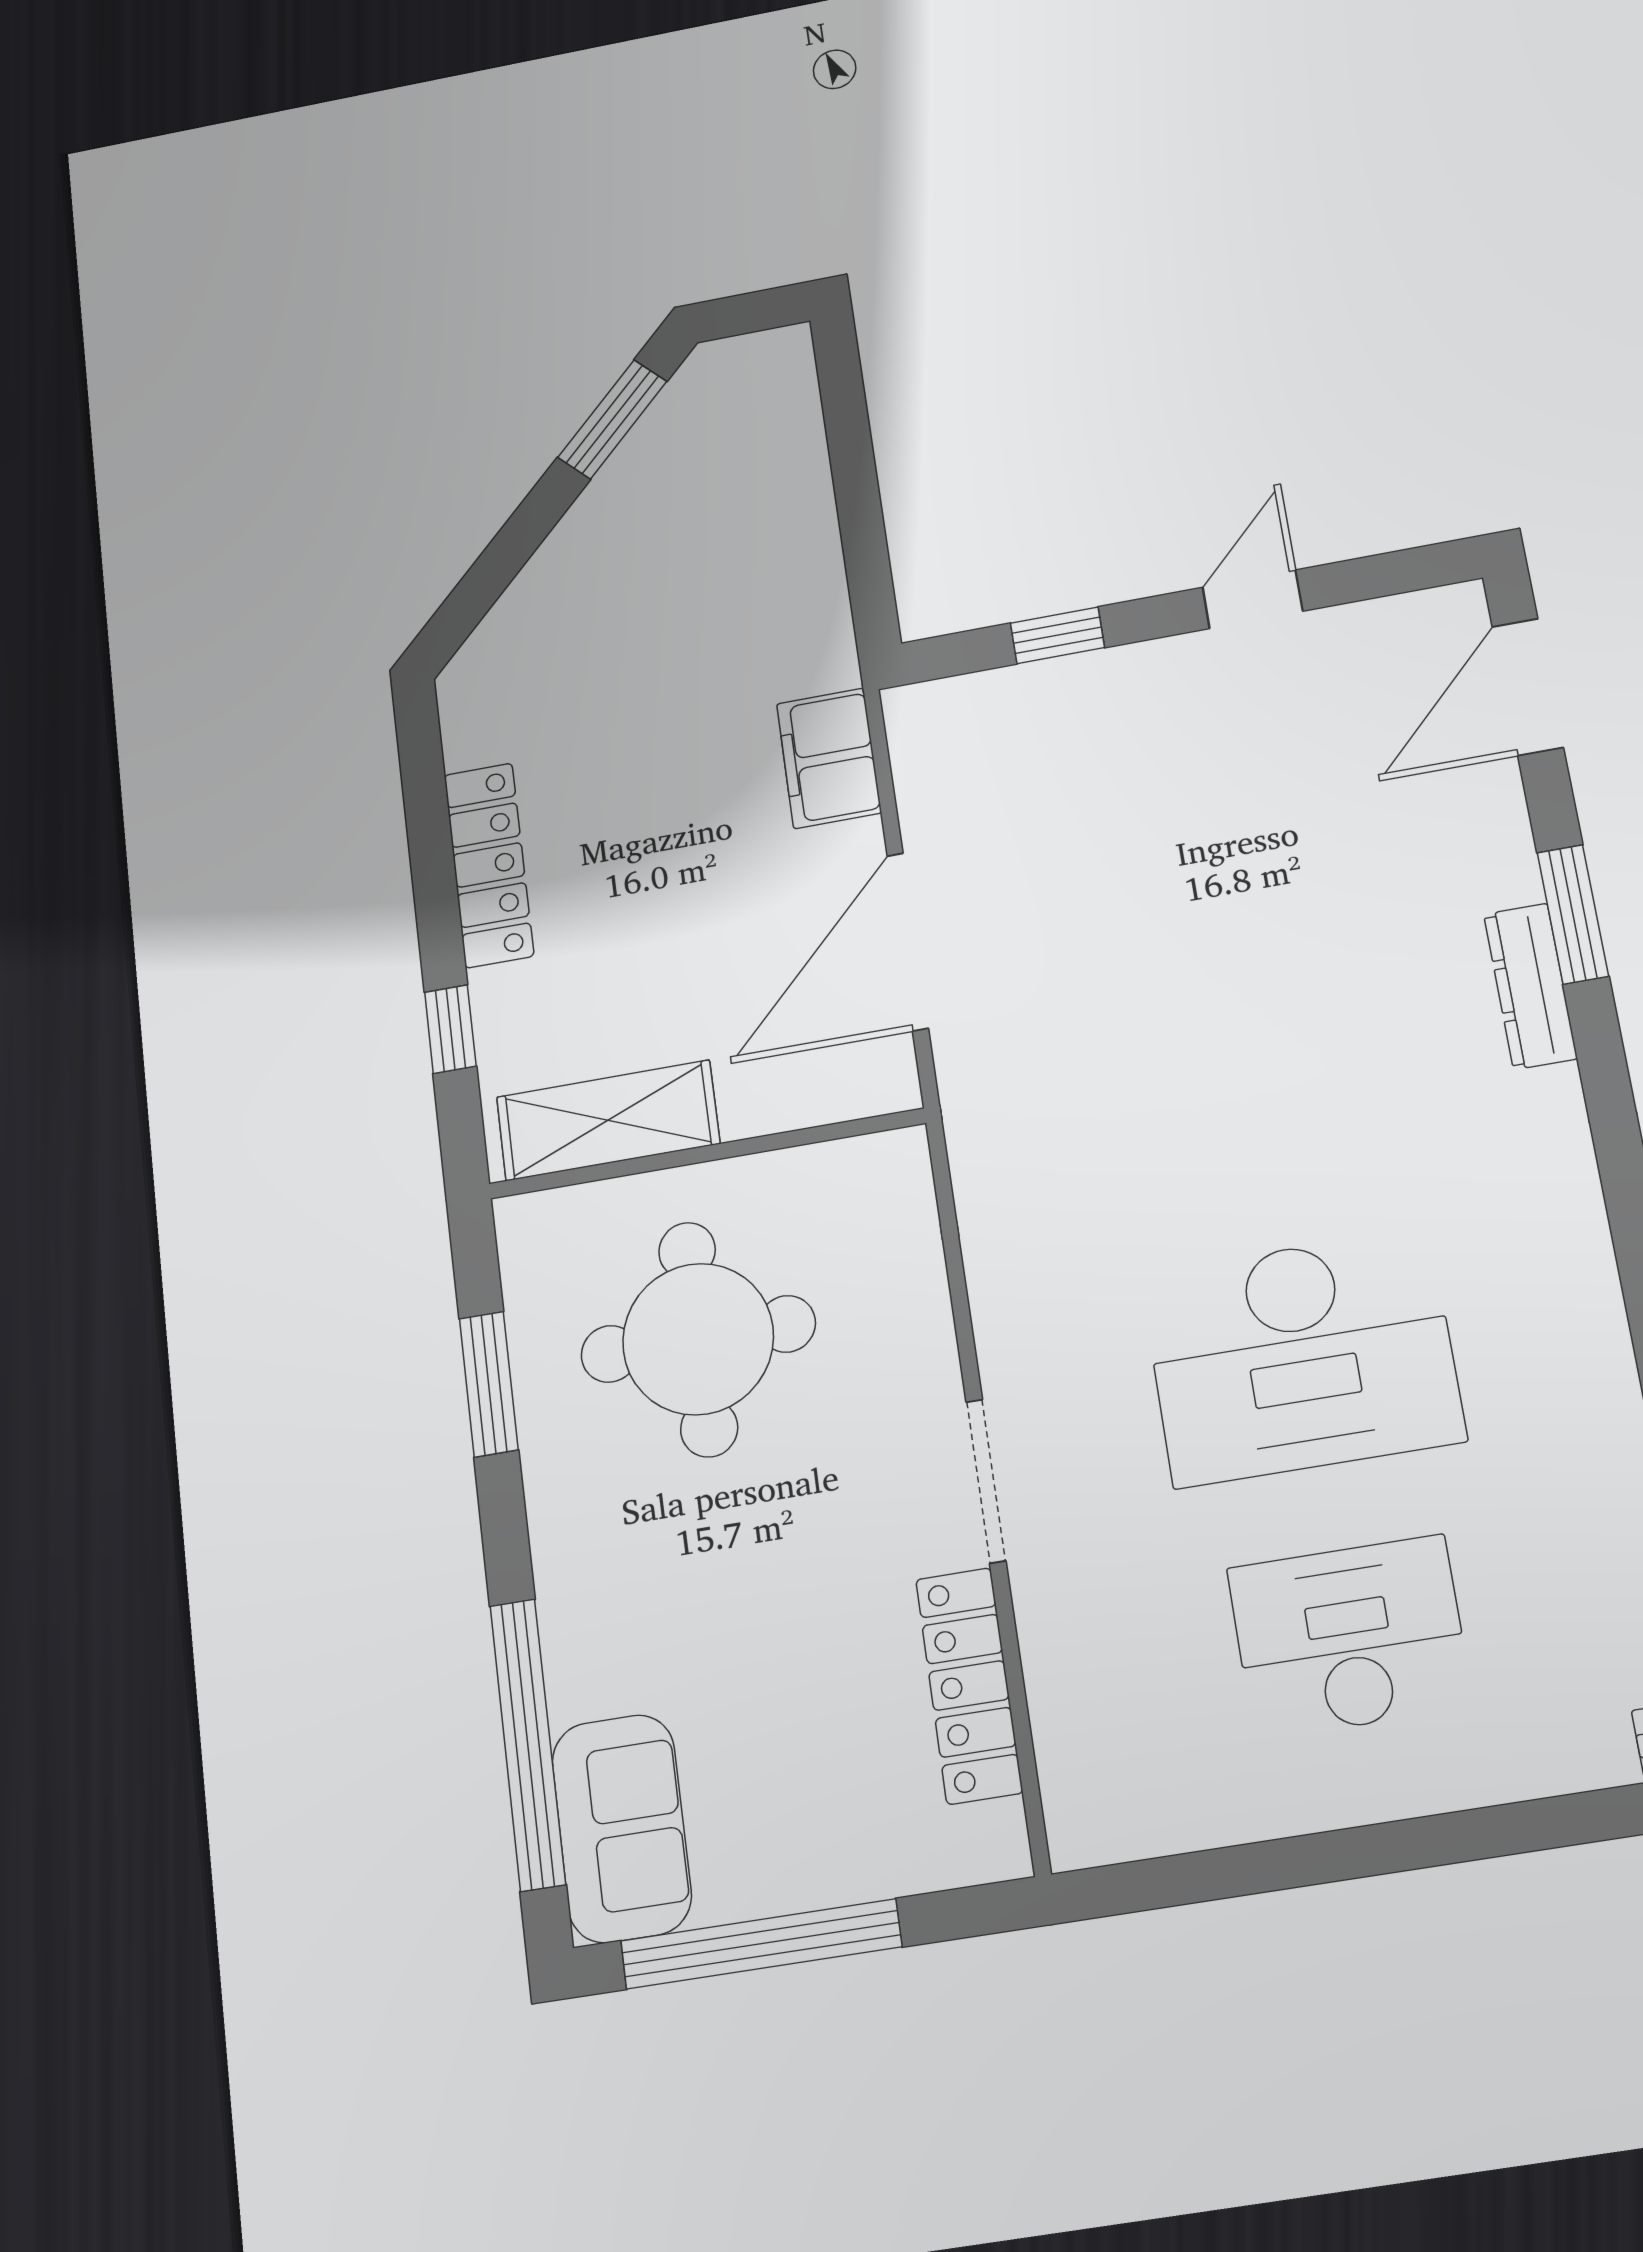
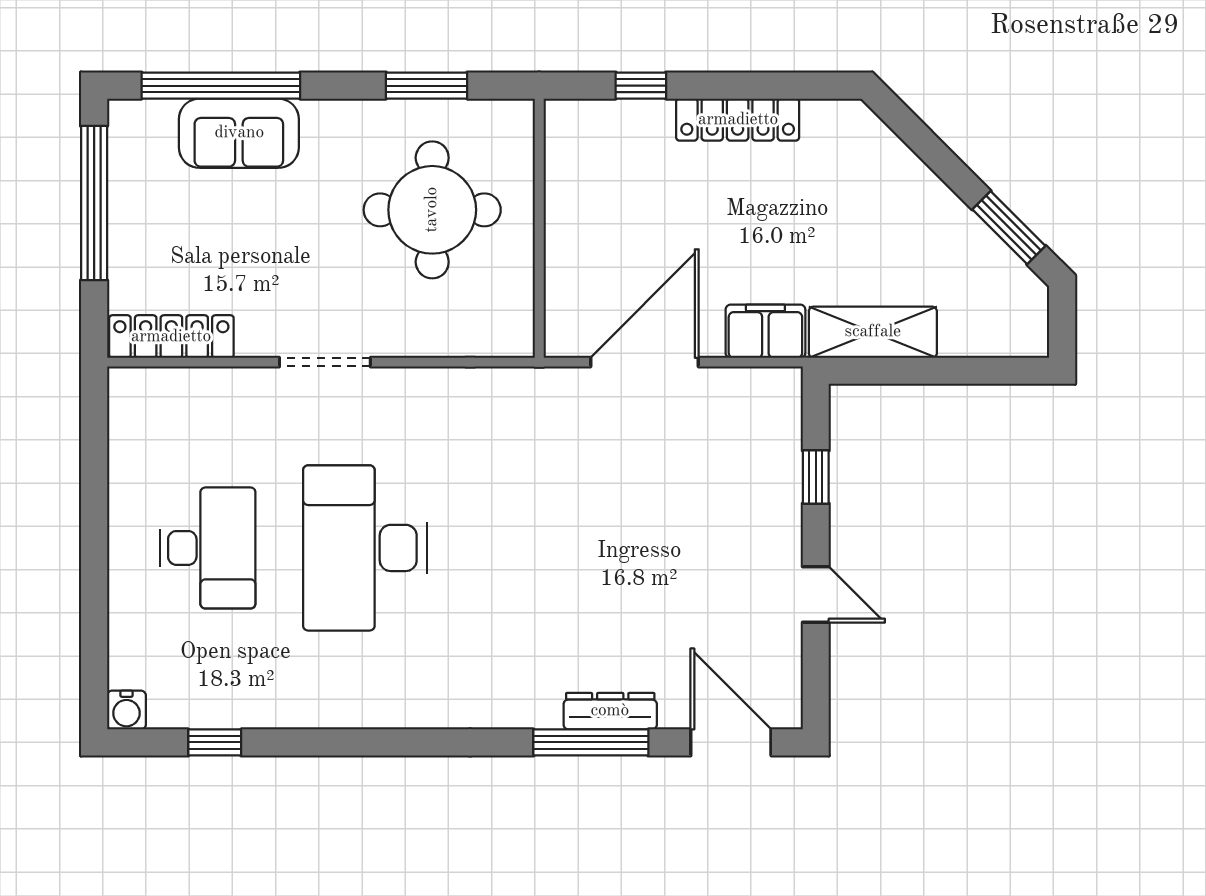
window: (1573, 914) -> (591, 742), width x1.44
door: (908, 942) -> (645, 362), hinge flipped
dresser: (1530, 986) -> (610, 711), moved
shelving: (608, 1120) -> (873, 332), moved, turned 90
locker: (969, 1686) -> (171, 337), moved
sofa: (622, 1828) -> (239, 133), moved

